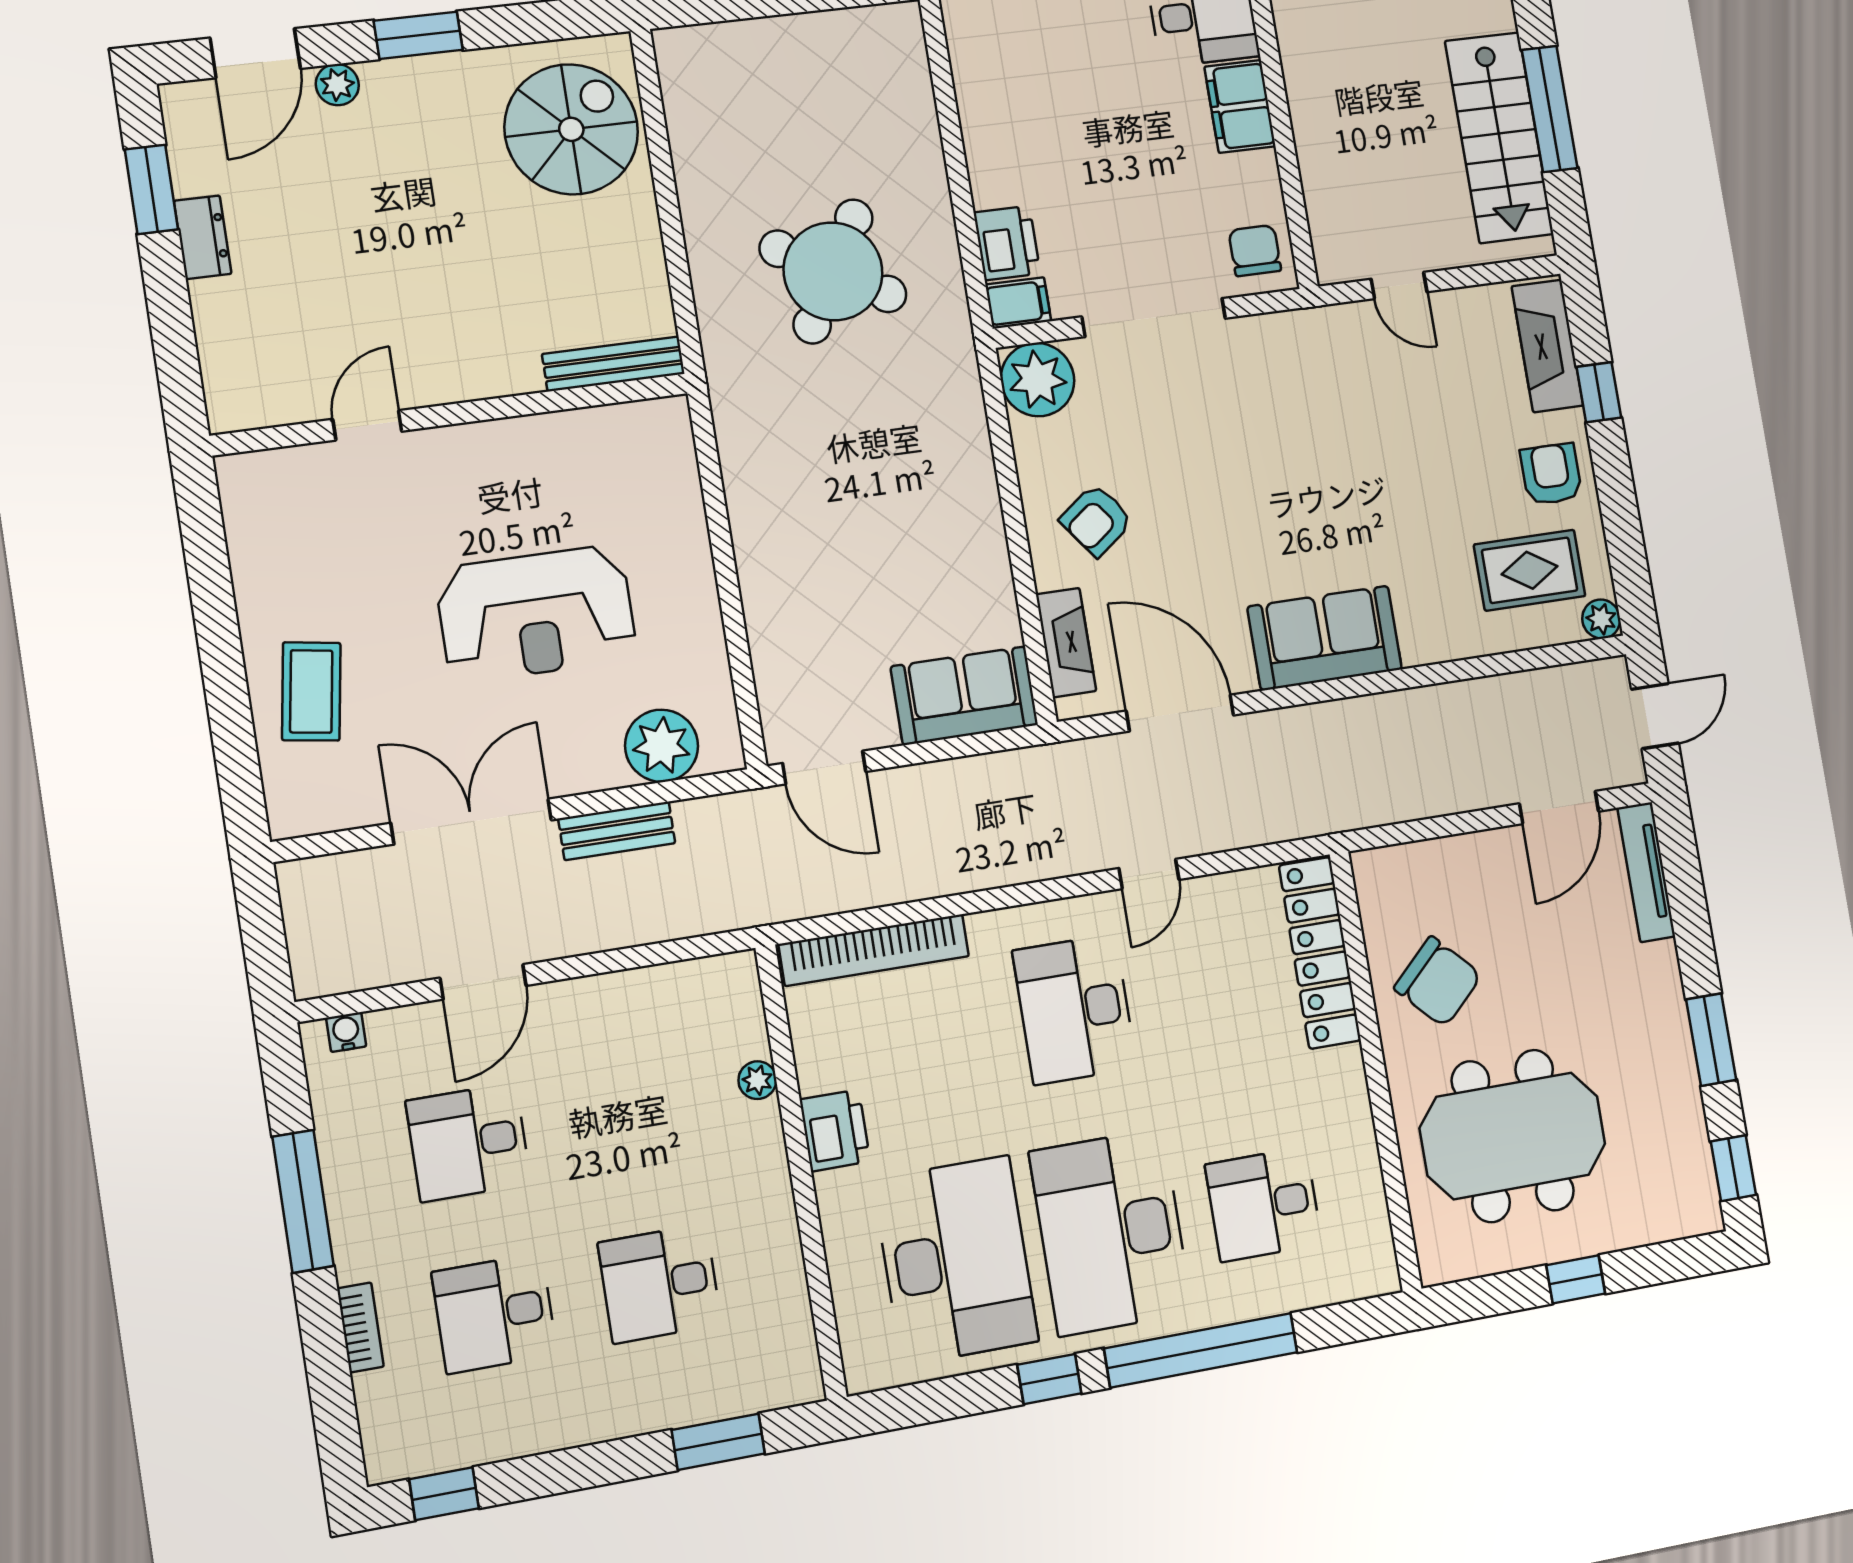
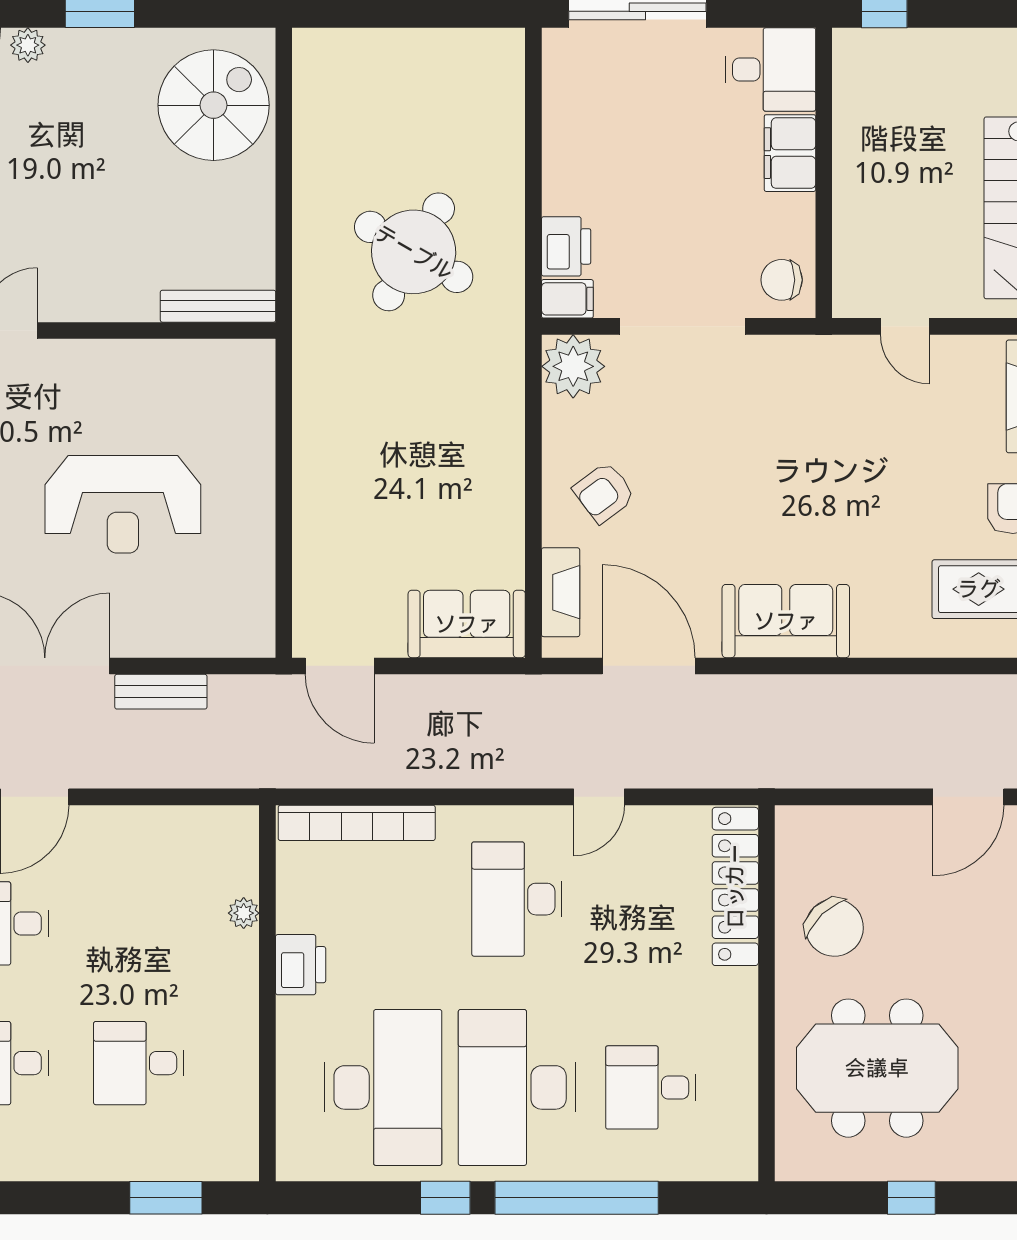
chair: (1255, 251) -> (782, 280), turned -90
plant: (662, 746) -> (208, 628), removed

